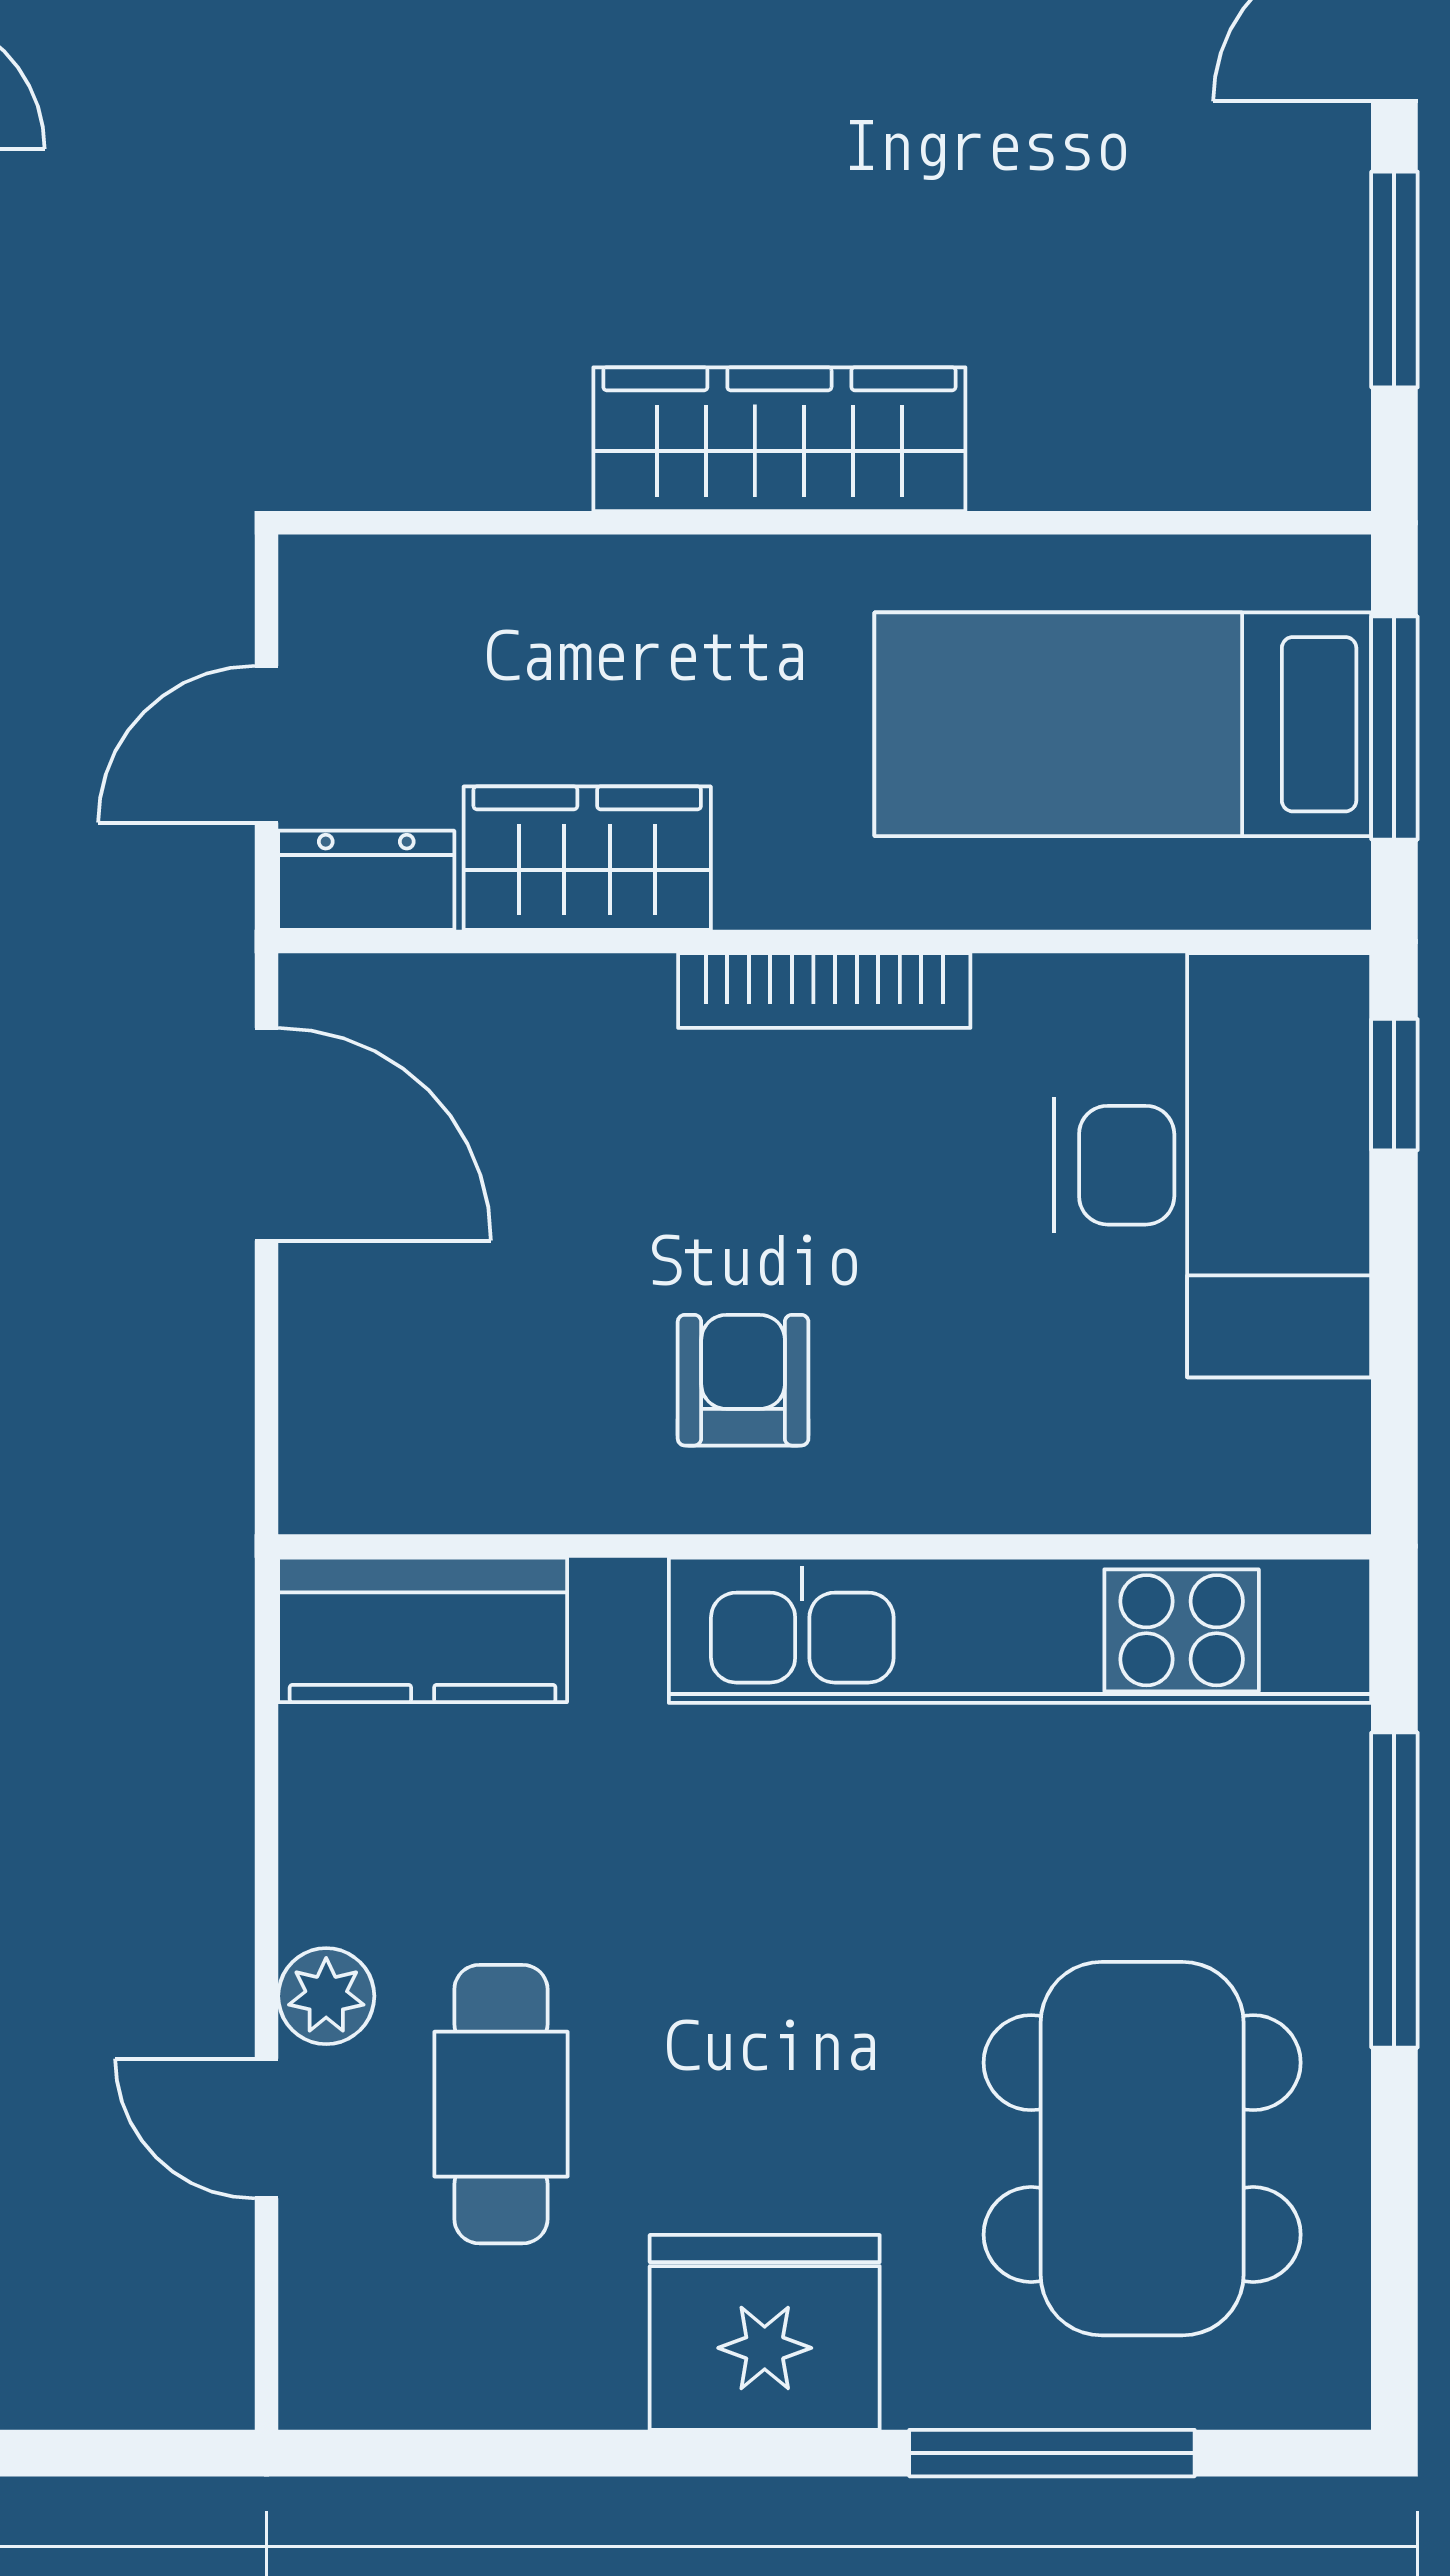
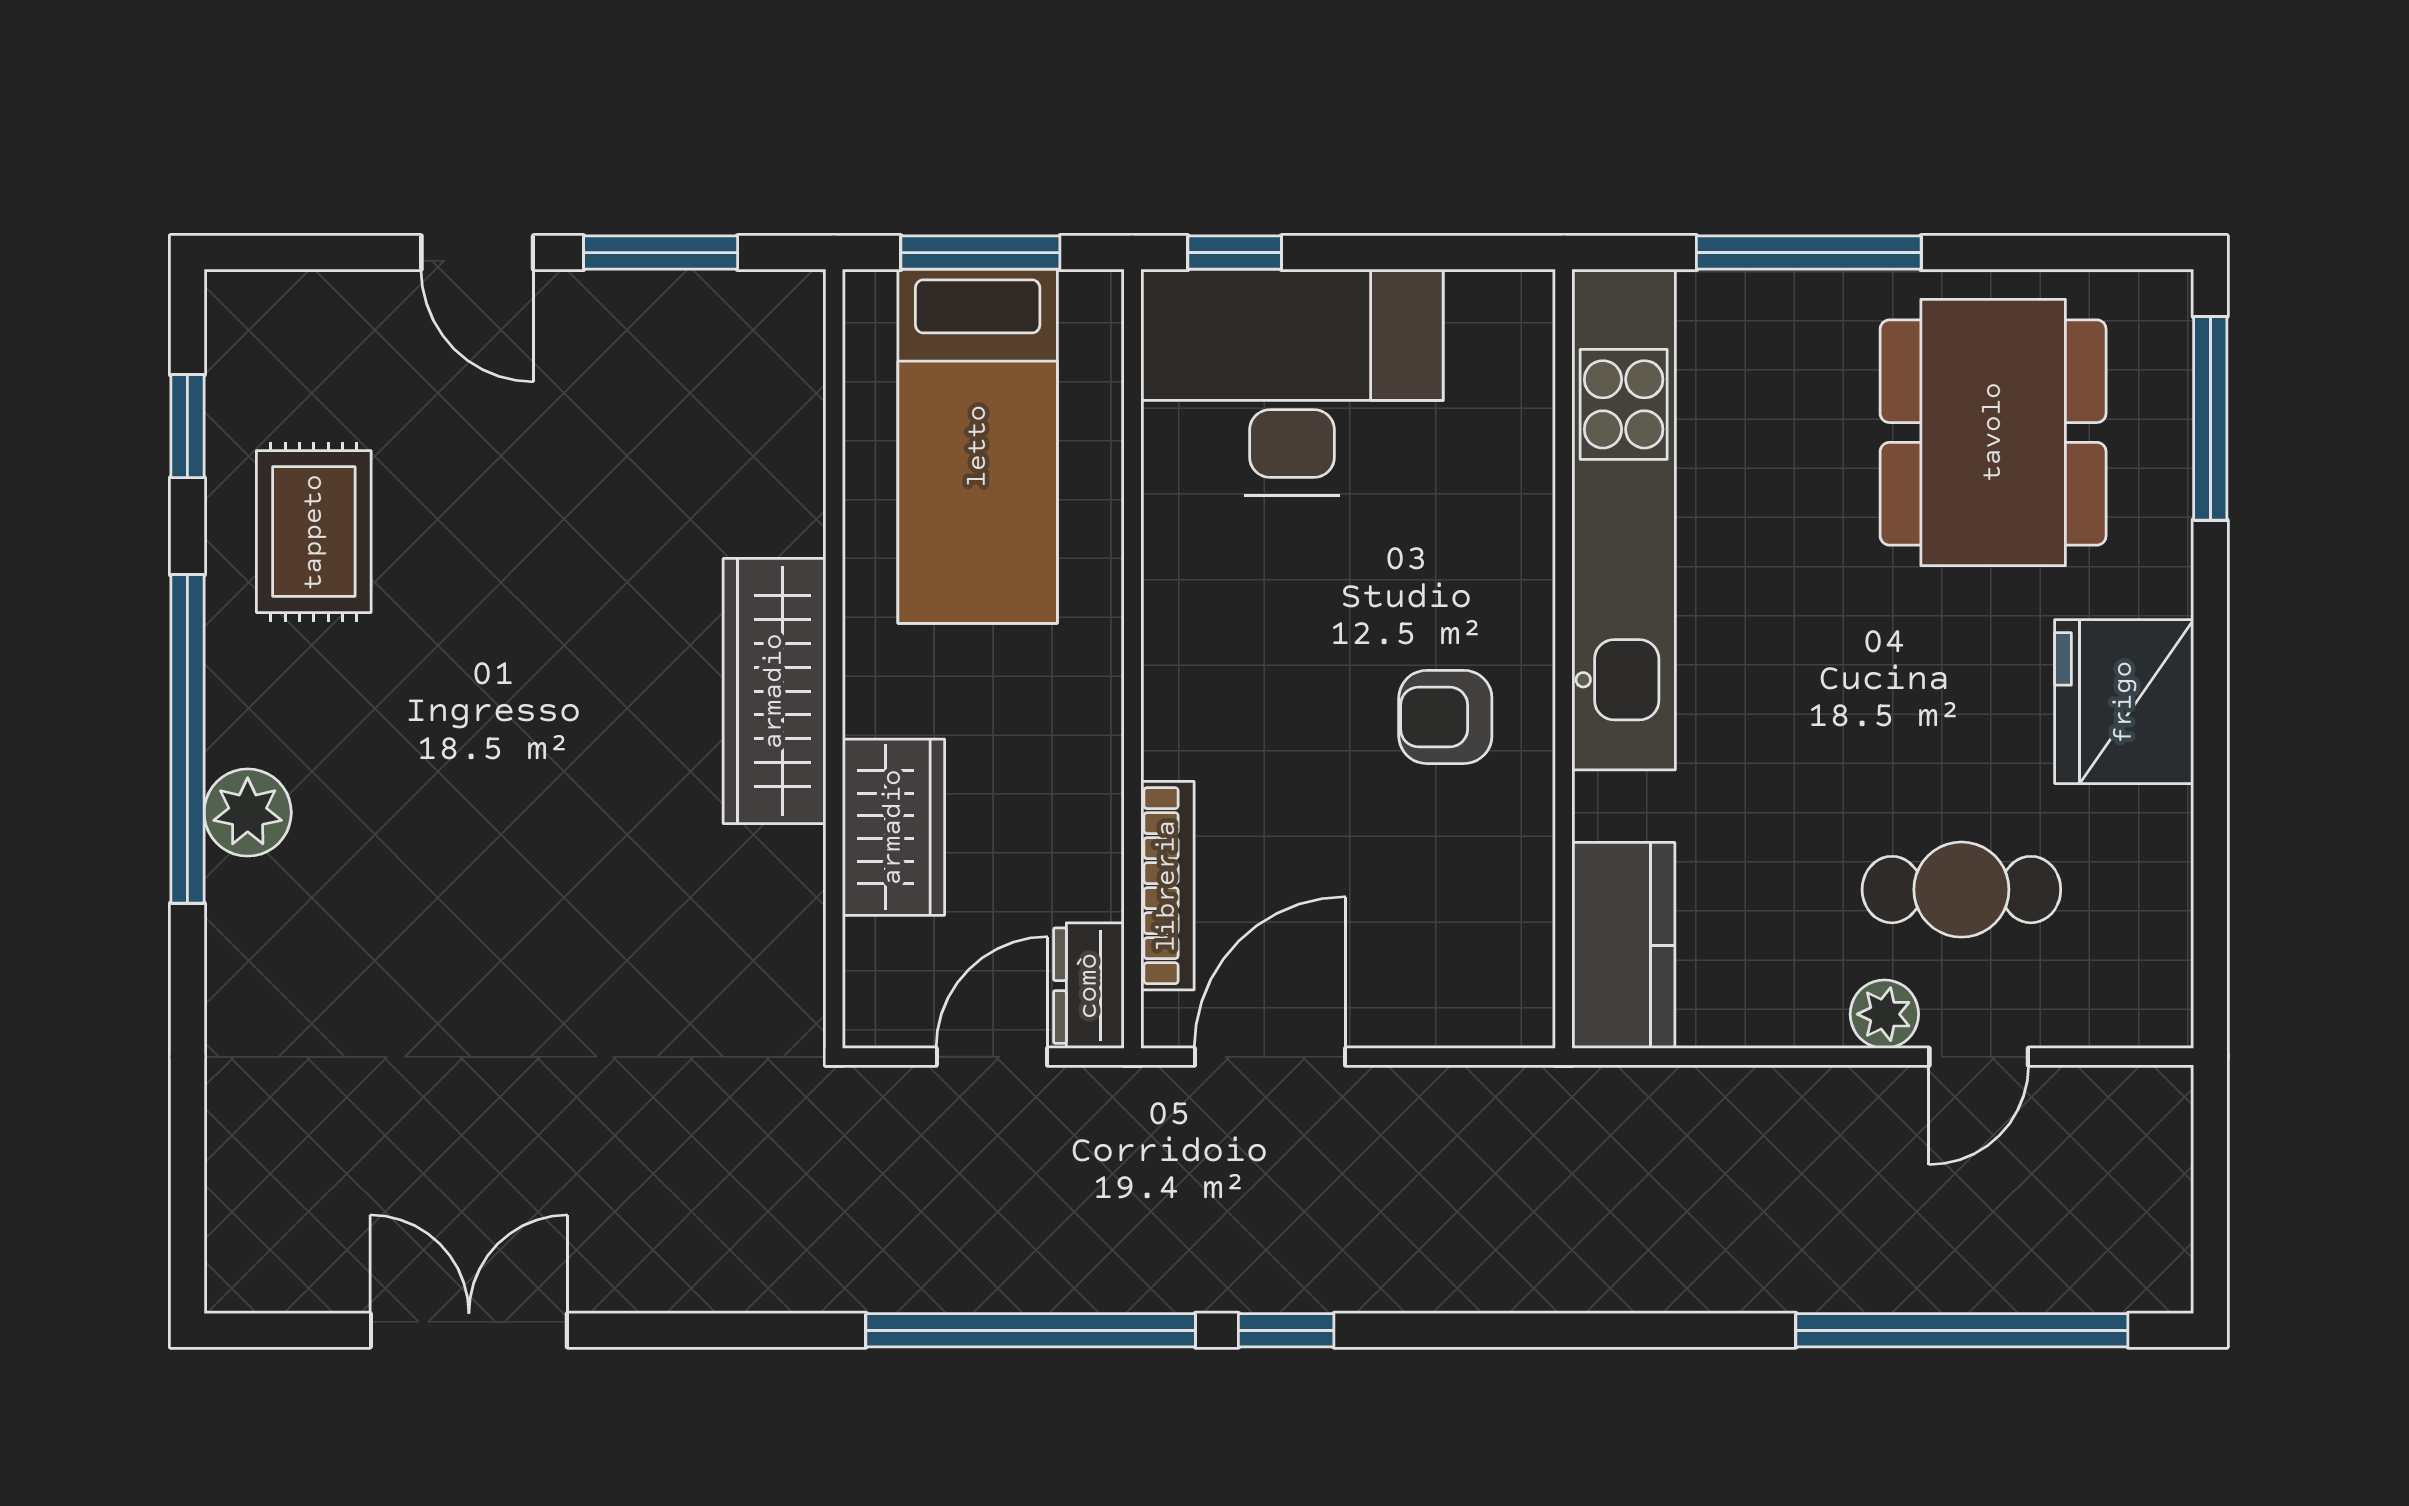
door: (267, 744) -> (992, 1057), swing flipped
wardrobe: (587, 858) -> (893, 827), moved, turned 180
bookcase: (824, 990) -> (1167, 886), moved
dining table: (1142, 2149) -> (1993, 432), turned 90
window: (1052, 2453) -> (2210, 418), moved

